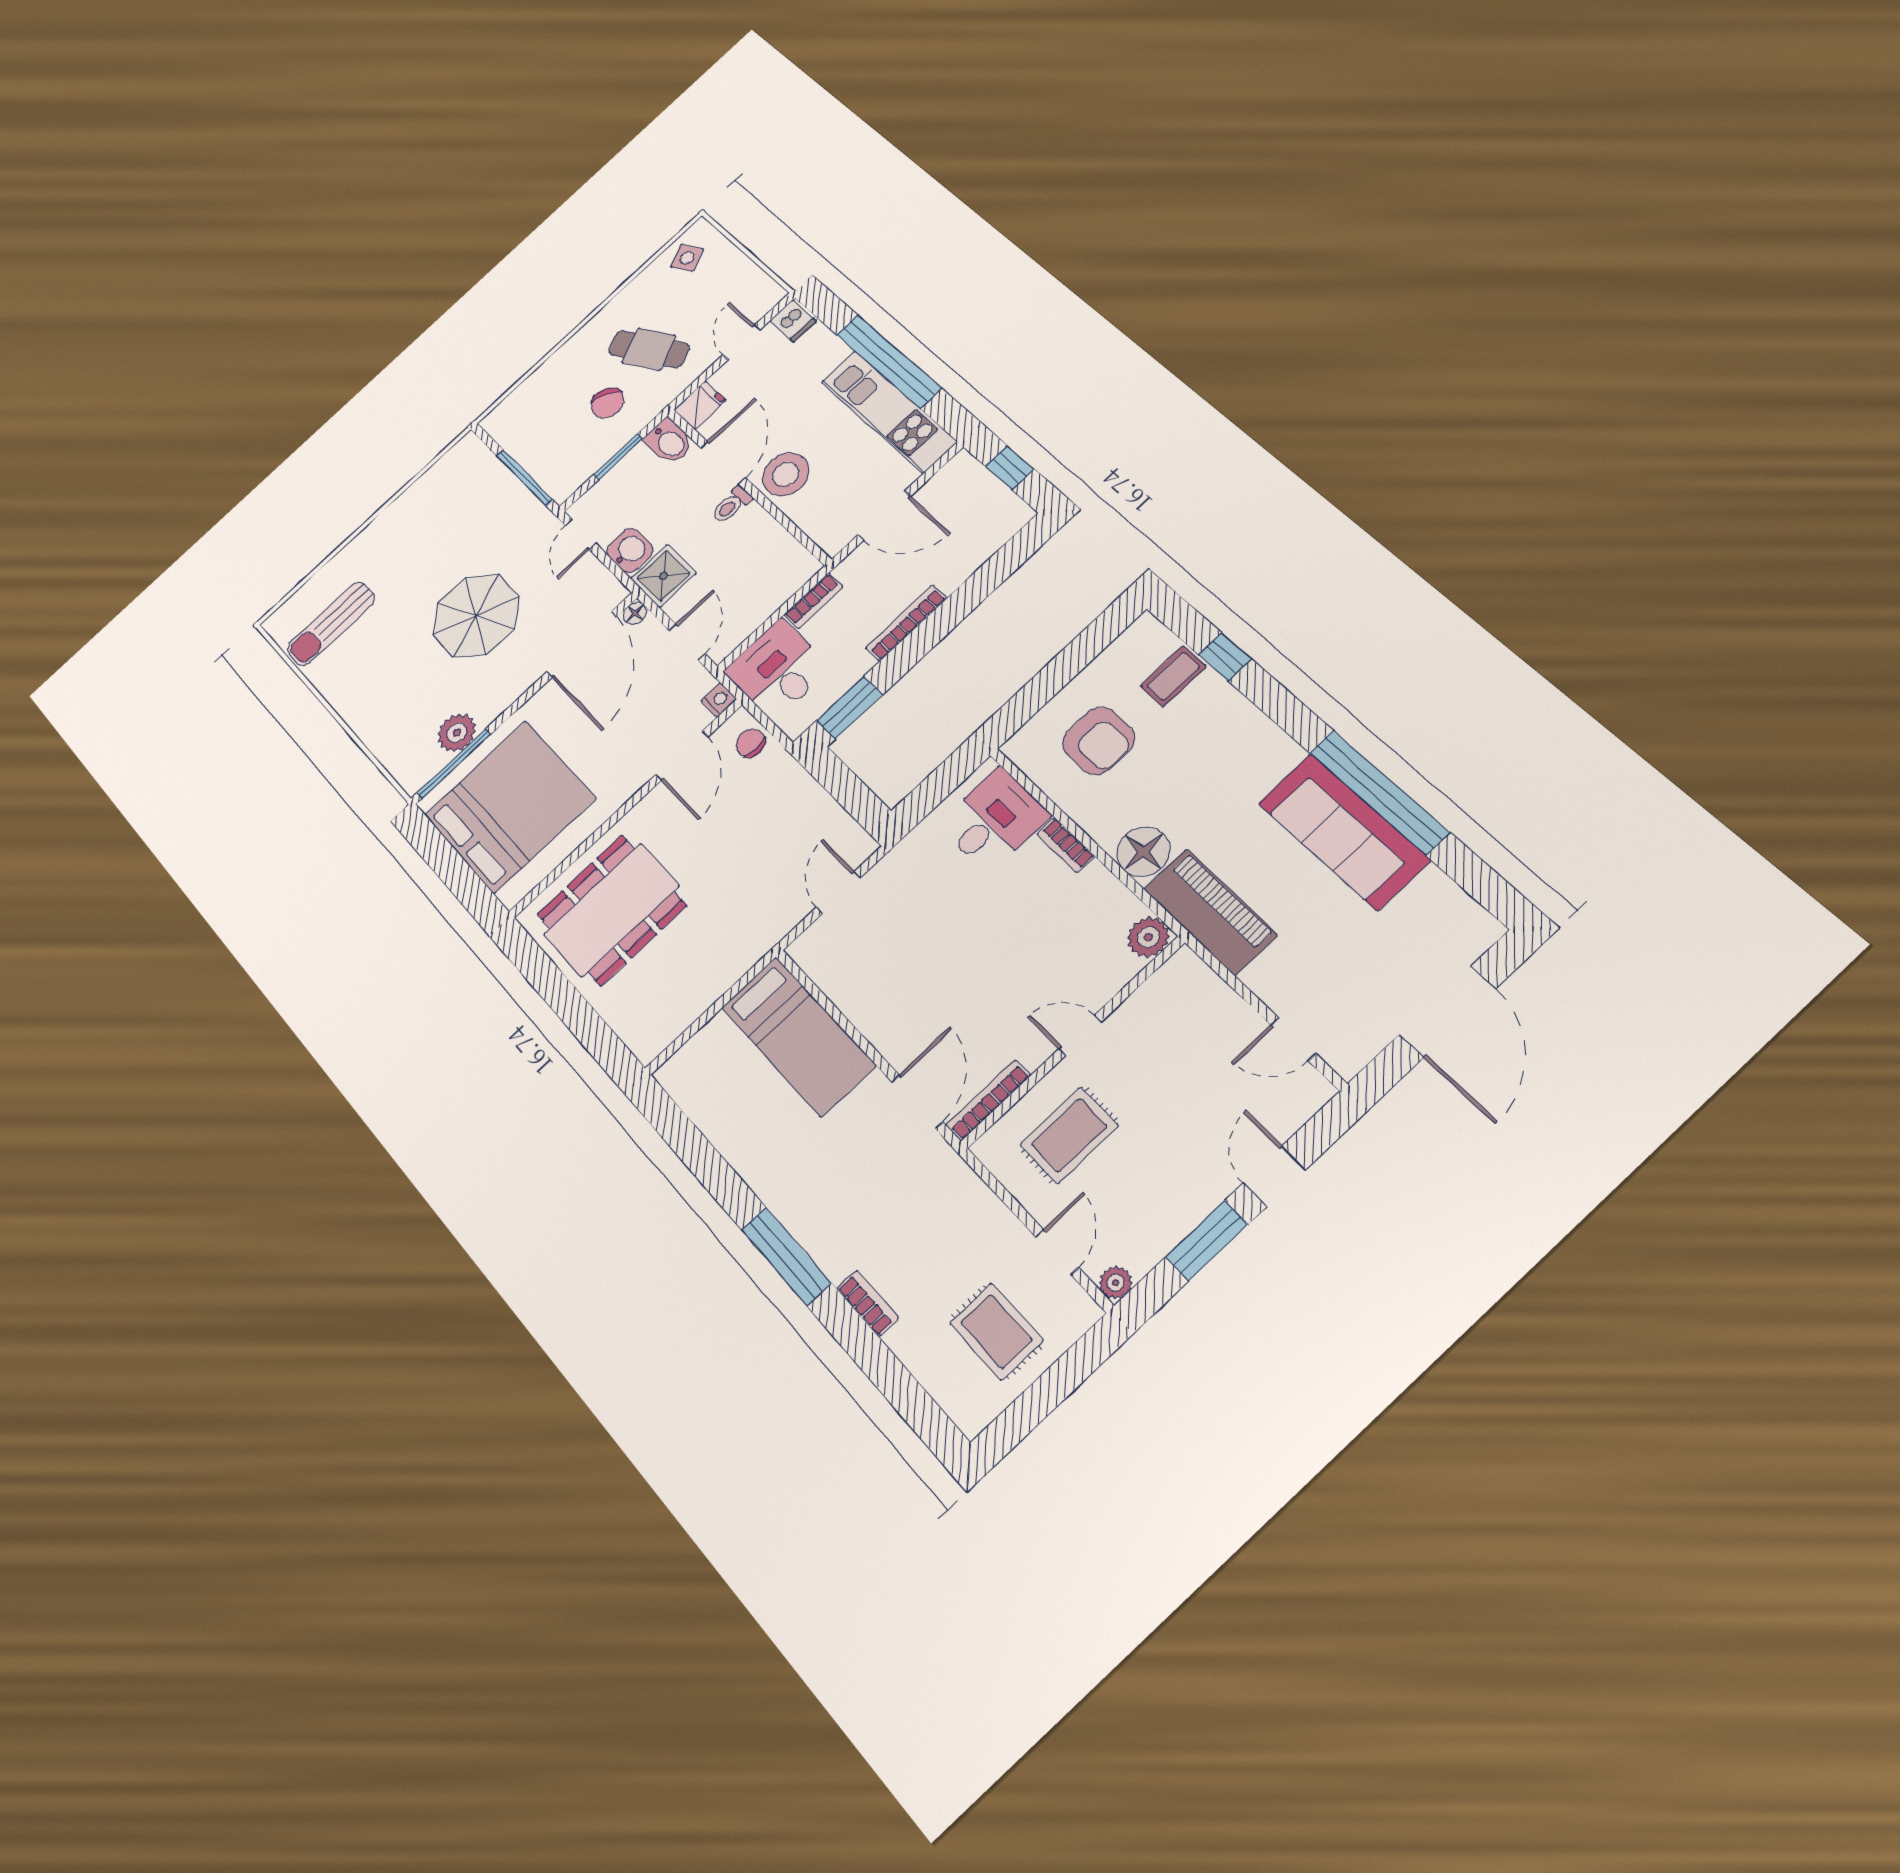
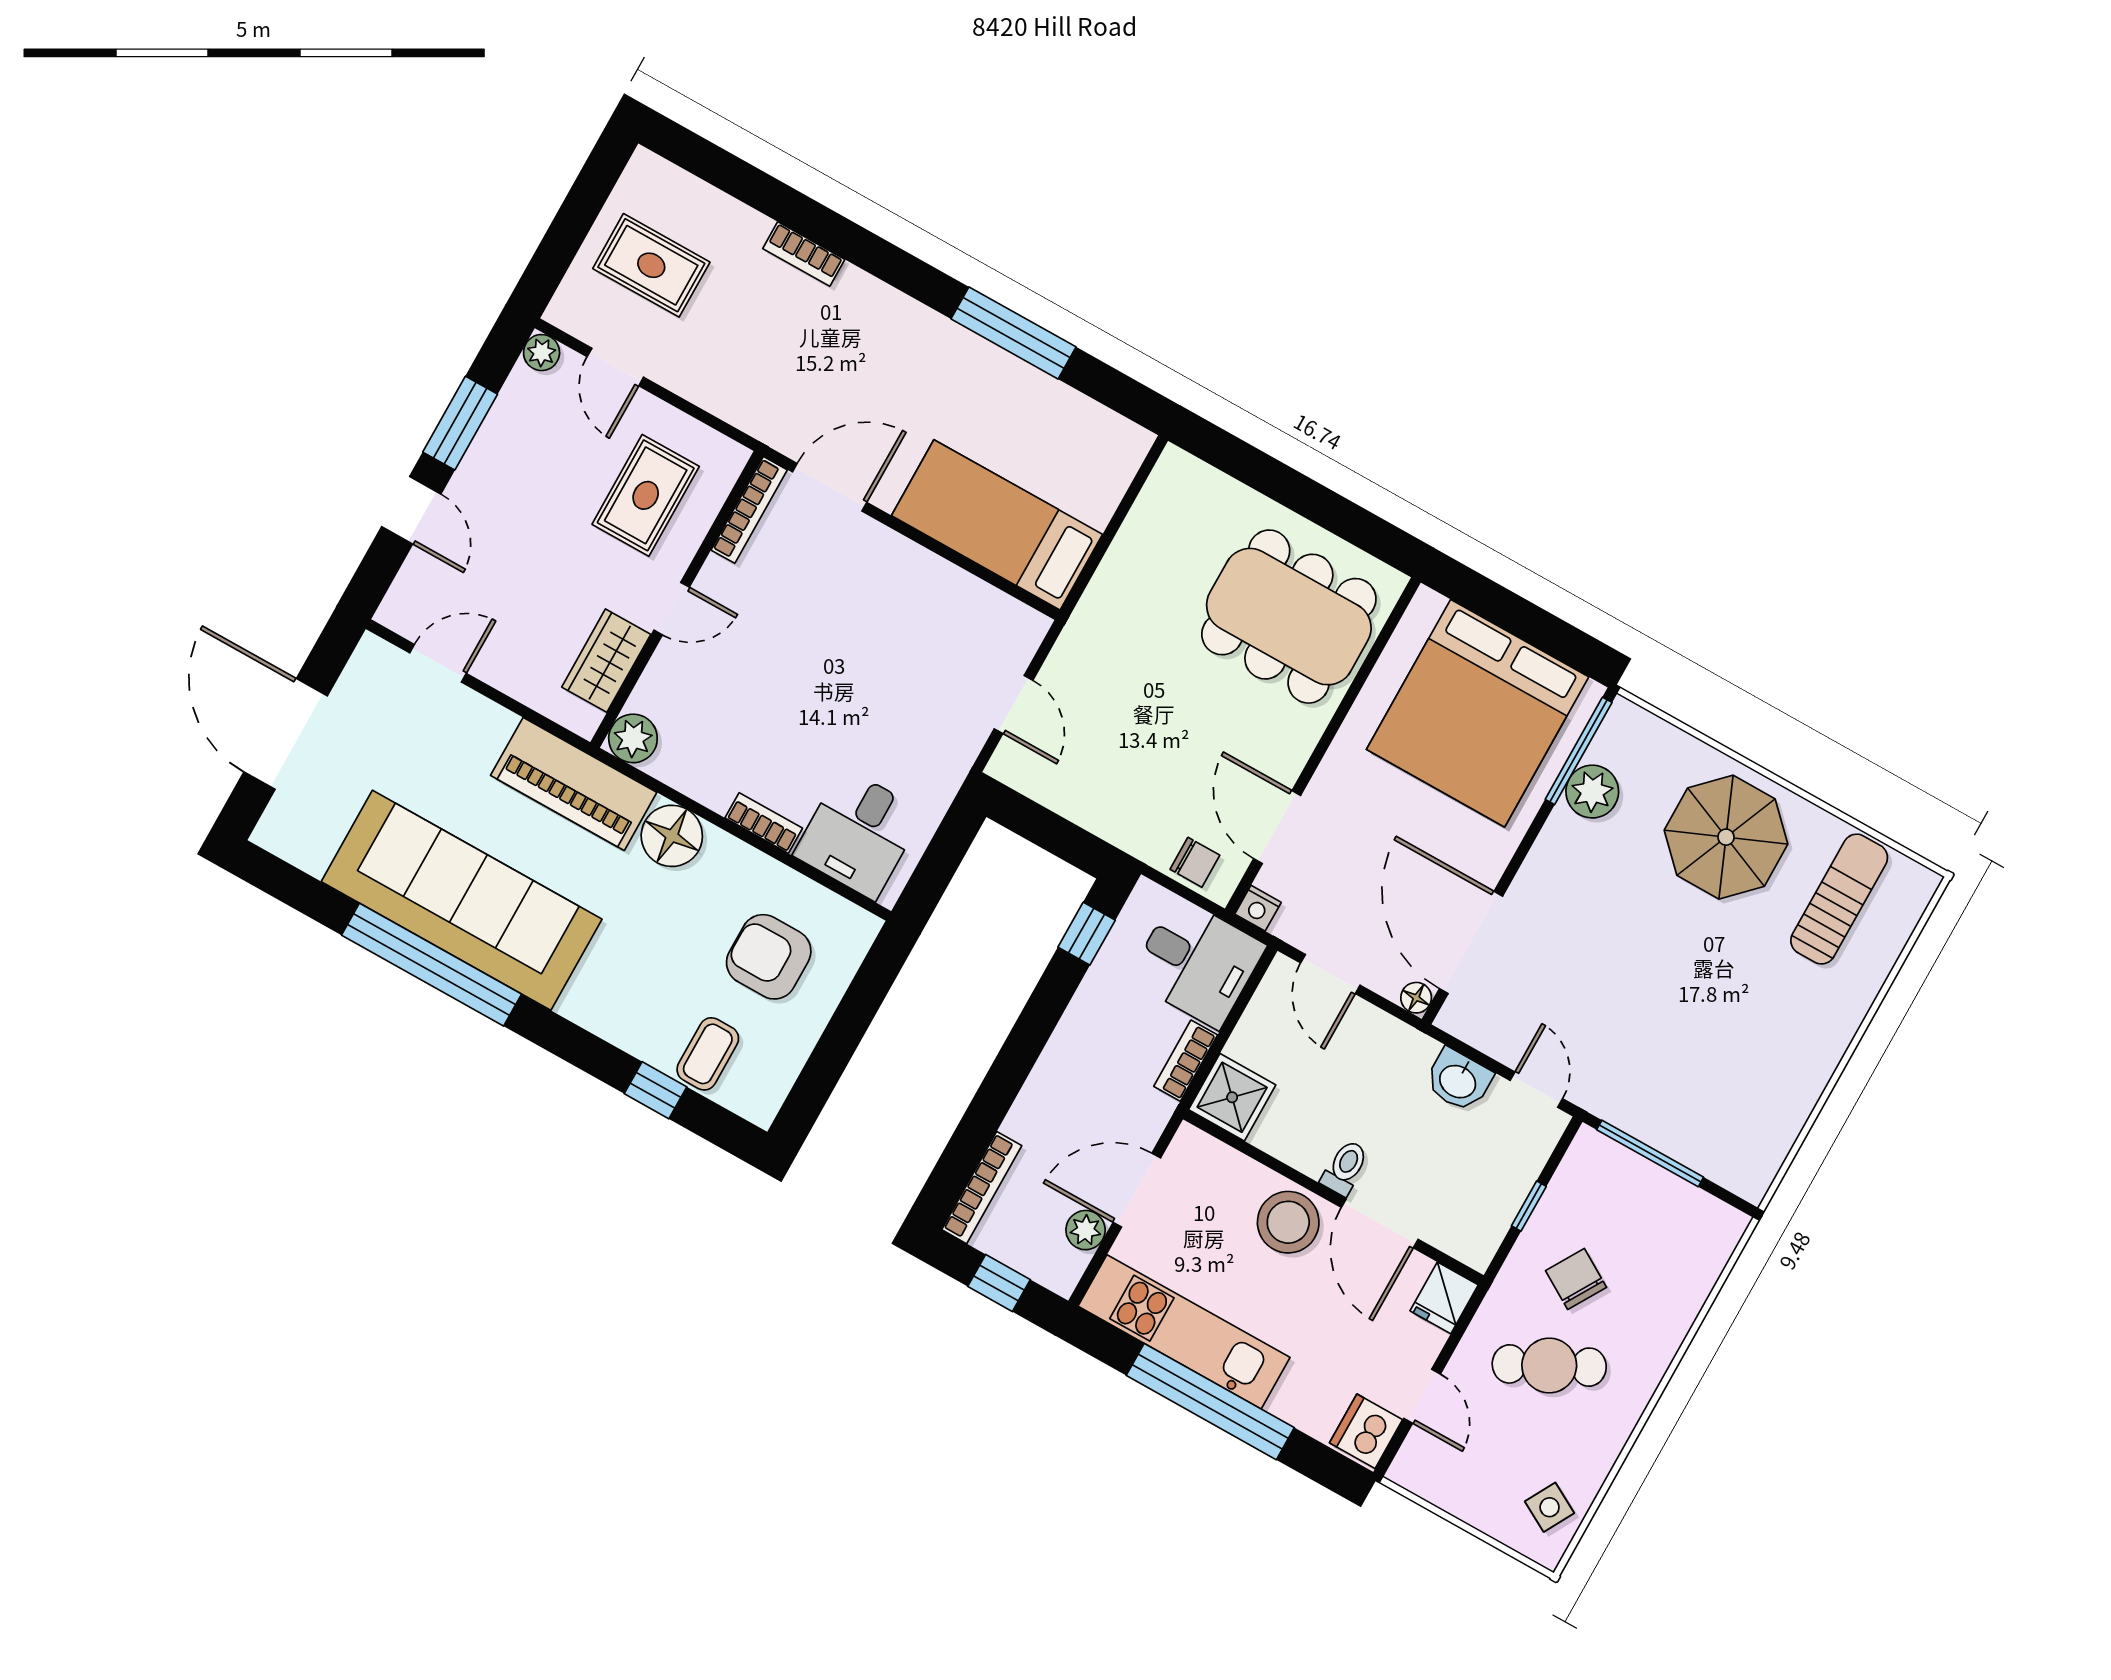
side table: (687, 258) -> (1550, 1507), turned -34
dishwasher: (793, 321) -> (1366, 1431), width x1.38
bidet: (669, 442) -> (1466, 1239), removed
window: (618, 457) -> (1529, 1206), width x0.67
plant: (932, 494) -> (1086, 1230), added
shower: (663, 576) -> (1232, 1097), moved
parasol: (476, 616) -> (1726, 837), moved
bookcase: (906, 623) -> (982, 1188), moved
window: (850, 707) -> (1087, 934), width x0.67
sofa: (1344, 832) -> (462, 900), width x1.36, depth x1.27
dining table: (611, 910) -> (1289, 617), turned 90
wardrobe: (1149, 1006) -> (606, 661), added
door: (917, 1102) -> (830, 487), swing flipped
window: (786, 1256) -> (1014, 333), moved

